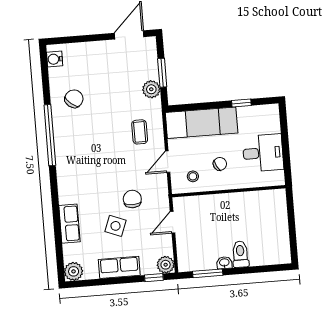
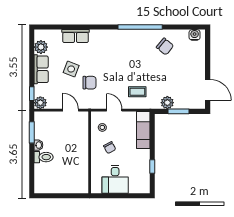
exam couch: (202, 123) -> (143, 130), width x0.73, depth x0.69
plant: (74, 271) -> (41, 47), moved

